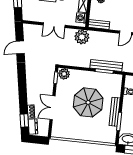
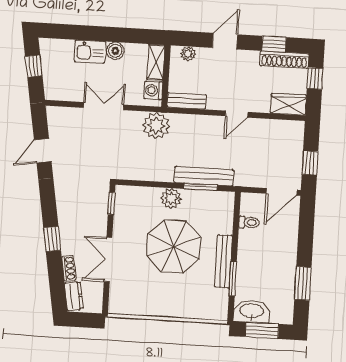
double door: (54, 25) -> (104, 106), swing flipped
plant: (64, 74) -> (171, 198), moved
window: (24, 120) -> (52, 239), moved

